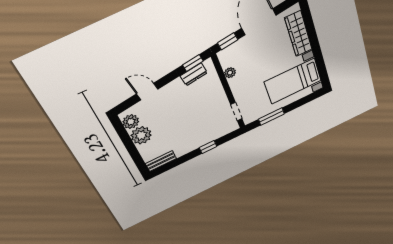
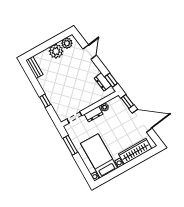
dresser: (237, 87) -> (94, 114), added

